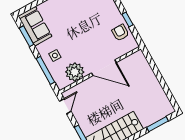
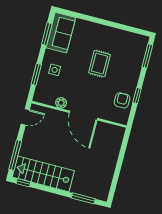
rug: (81, 22) -> (100, 64), added
window: (45, 70) -> (36, 74), width x0.69
plant: (75, 72) -> (61, 103), width x0.53, depth x0.53

